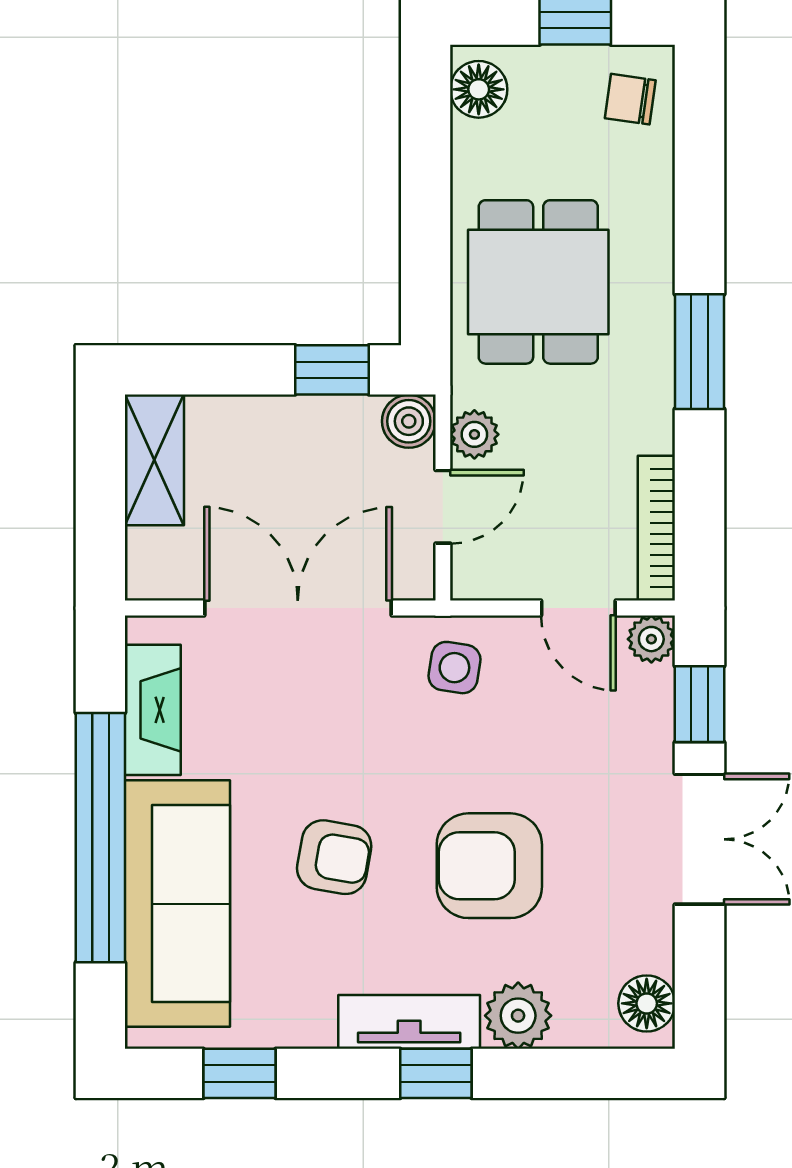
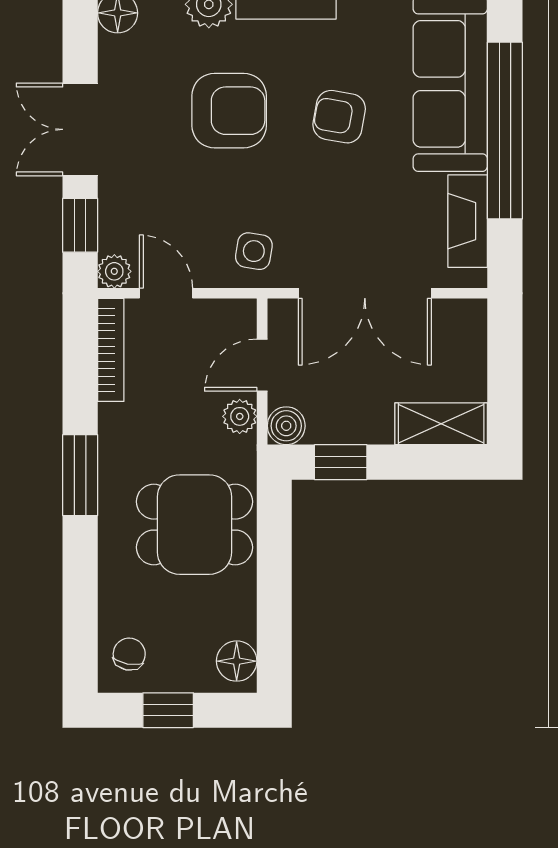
chair: (630, 99) -> (129, 654), turned -87
dining table: (538, 282) -> (194, 525), turned 90
shelving: (154, 460) -> (441, 424), moved, turned 90

